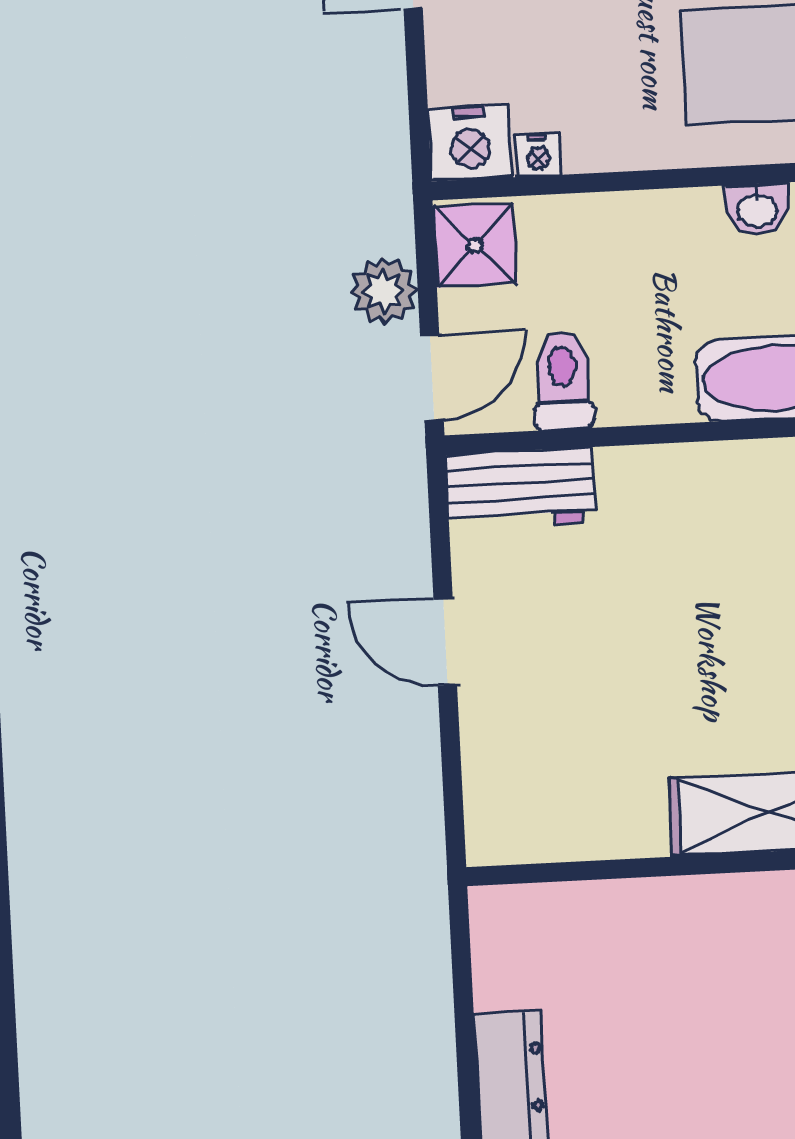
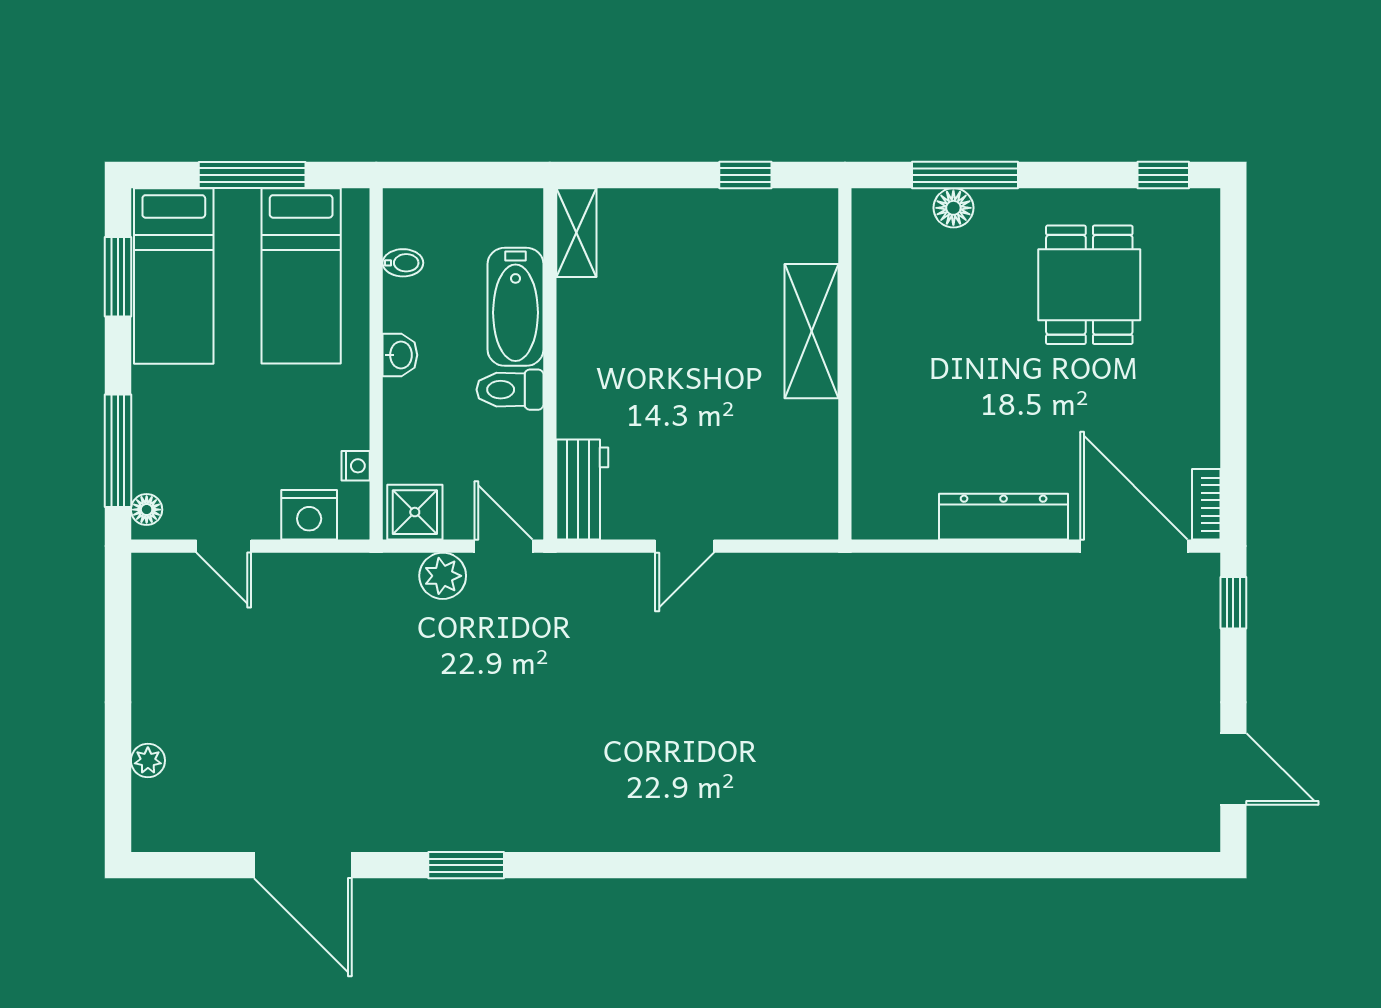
nightstand: (470, 143) -> (309, 515), moved, turned 90
washbasin: (757, 209) -> (400, 355), moved
toilet: (563, 380) -> (510, 390), moved

